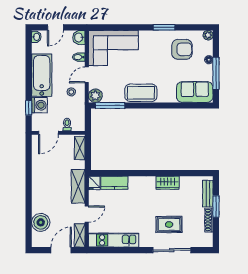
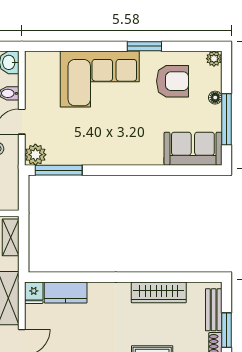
corner sofa: (113, 48) -> (100, 79), moved
coffee table: (141, 93) -> (108, 150), removed
wardrobe: (167, 183) -> (159, 292), width x1.50

